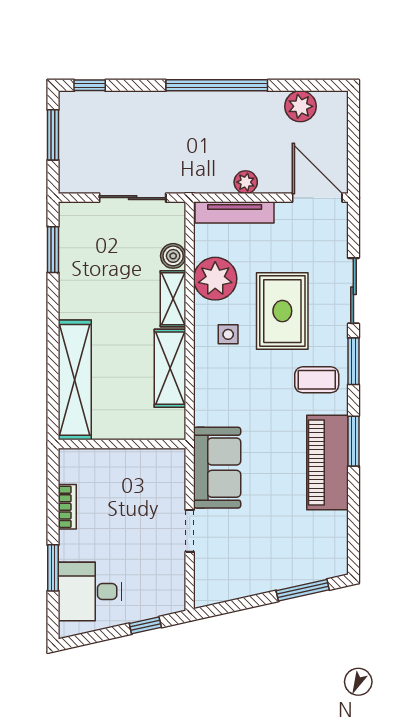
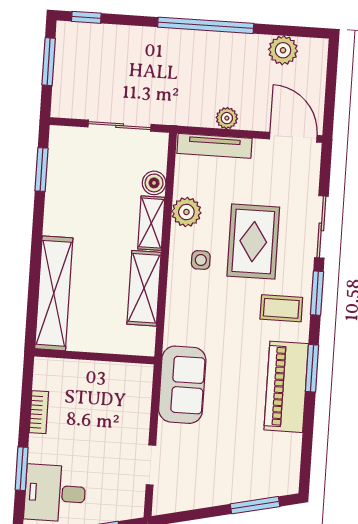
plant: (215, 279) -> (186, 212), width x0.73, depth x0.73
doorway: (190, 531) -> (151, 465), moved

